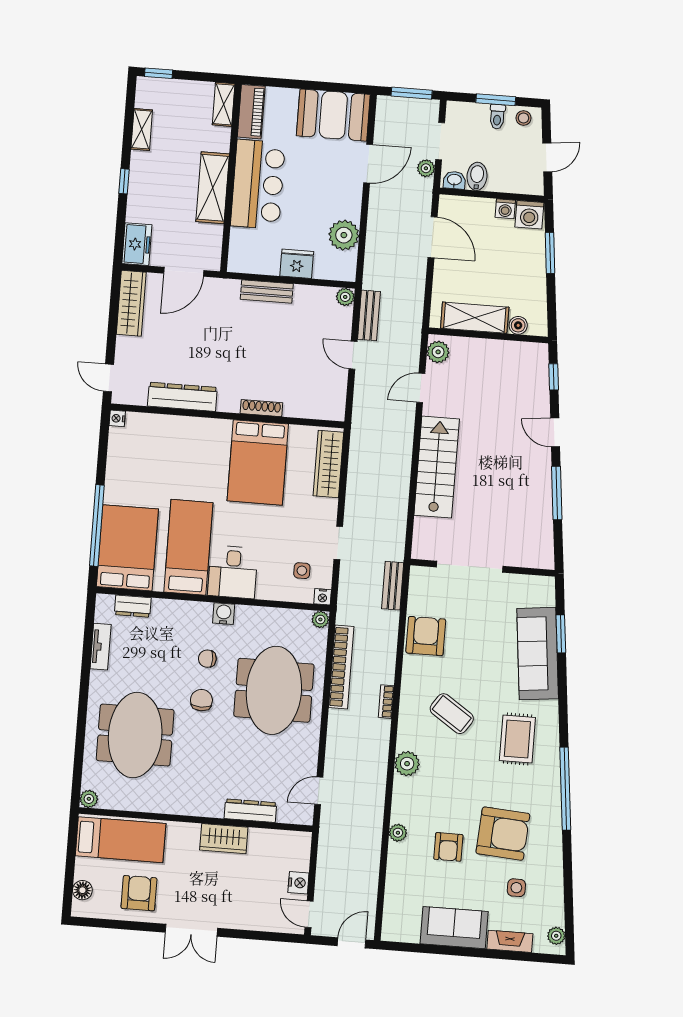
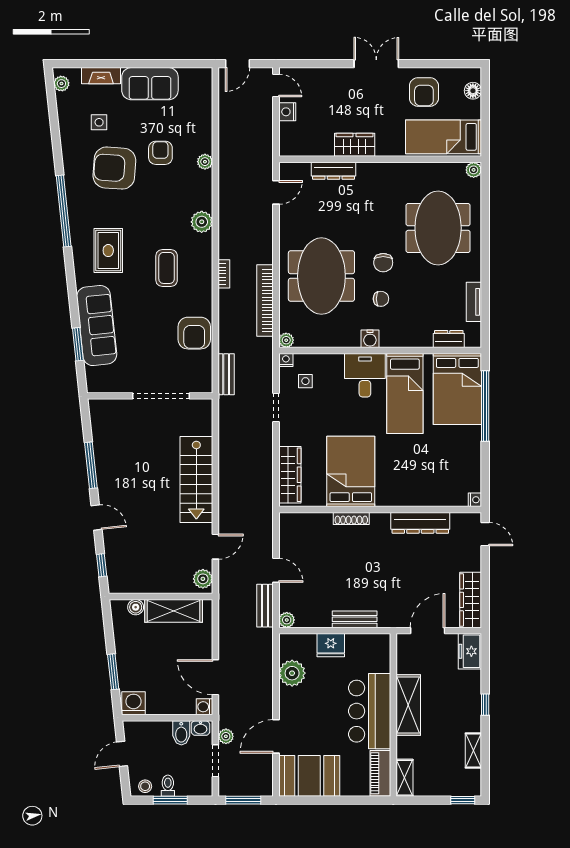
washing machine: (505, 209) -> (204, 707), moved, turned -90
coffee table: (452, 714) -> (167, 268), turned 56

